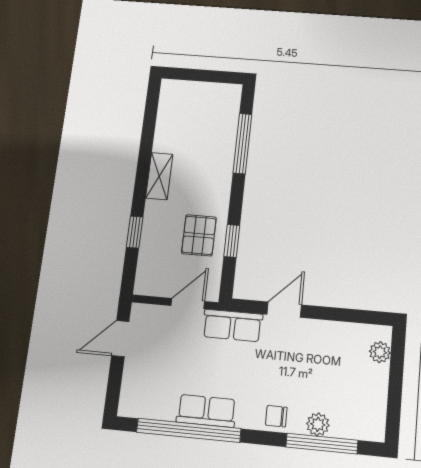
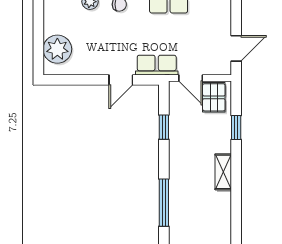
pallet: (199, 235) -> (214, 97), moved
door: (188, 303) -> (191, 78), hinge flipped
plant: (380, 352) -> (57, 49), width x1.88, depth x1.88

